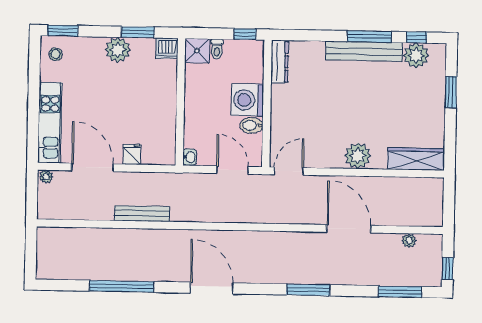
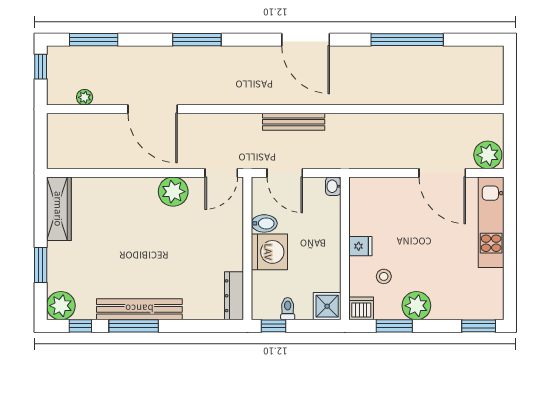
toilet: (217, 49) -> (288, 309), moved
stool: (56, 54) -> (384, 276), moved
plant: (416, 55) -> (61, 306), moved
fridge: (132, 154) -> (360, 246), moved, turned -90
plant: (358, 156) -> (173, 192), moved
wardrobe: (416, 159) -> (59, 209), moved, turned -90
plant: (46, 177) -> (488, 155), width x1.88, depth x1.88
bench: (142, 214) -> (294, 122), moved

